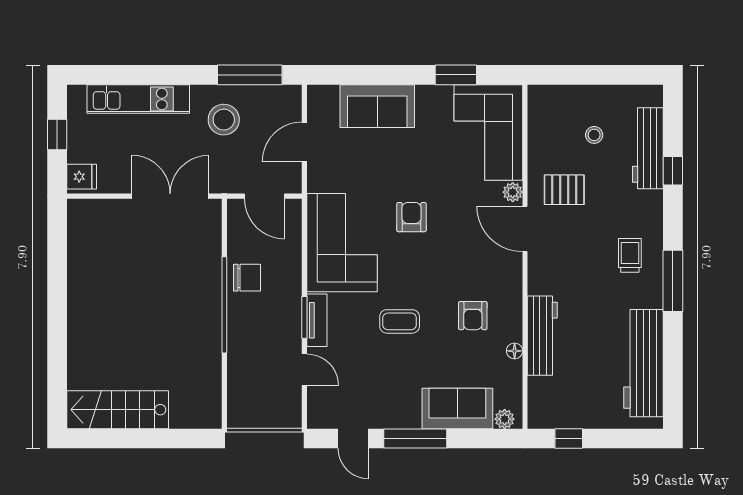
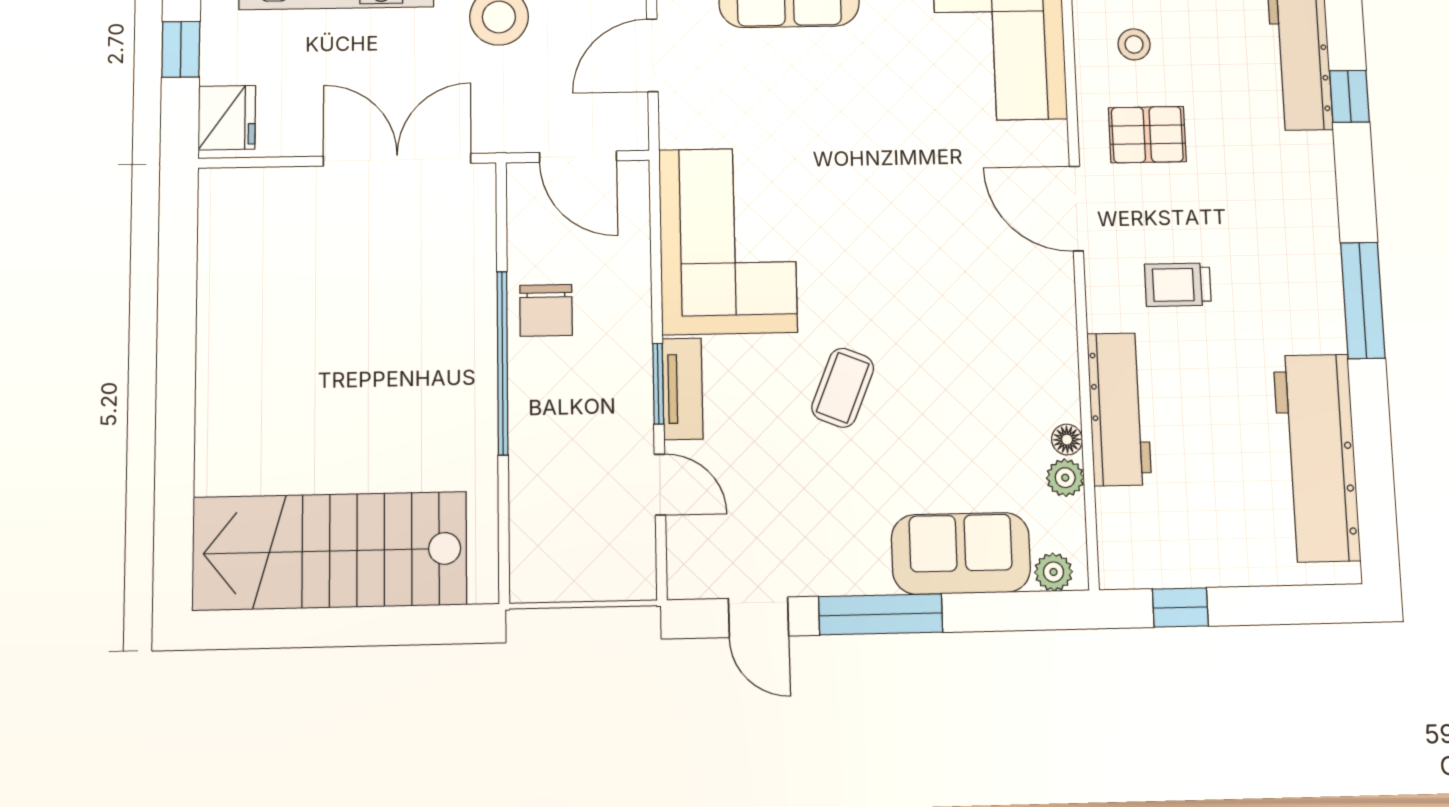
stool: (594, 135) -> (1134, 44), moved
fridge: (82, 177) -> (227, 118), width x1.38
plant: (513, 192) -> (1065, 478), moved
armchair: (411, 217) -> (860, 190), removed
trolley: (630, 255) -> (1178, 285), moved, turned -90
chair: (247, 278) -> (546, 310), turned 90
armchair: (473, 316) -> (984, 374), removed
coffee table: (400, 321) -> (843, 388), turned -68
stairs: (118, 410) -> (330, 551), width x1.36, depth x1.51

